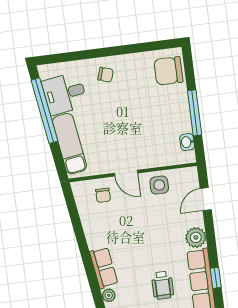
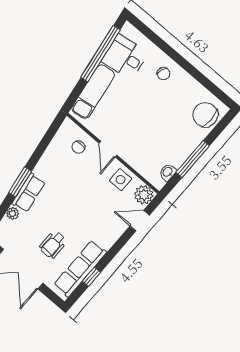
plant: (196, 237) -> (144, 195), moved
window: (89, 267) -> (20, 182), added

